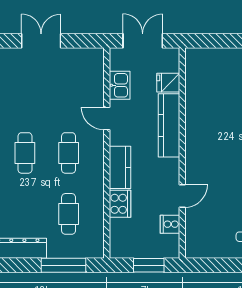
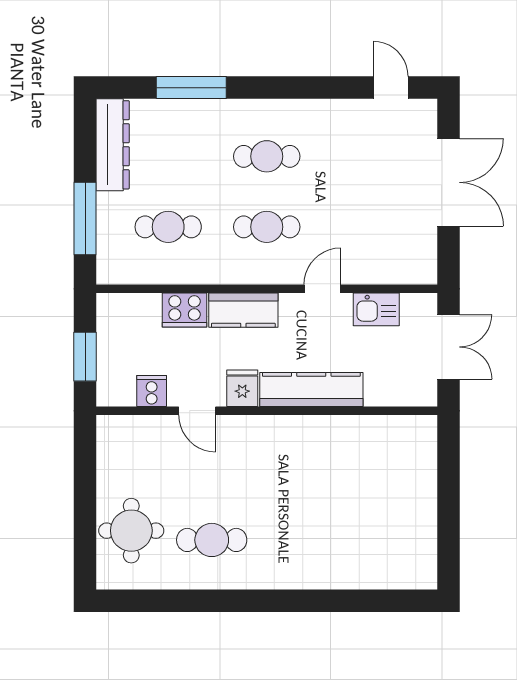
double door: (41, 41) -> (448, 182), width x1.37
fridge: (168, 83) -> (242, 388), moved

